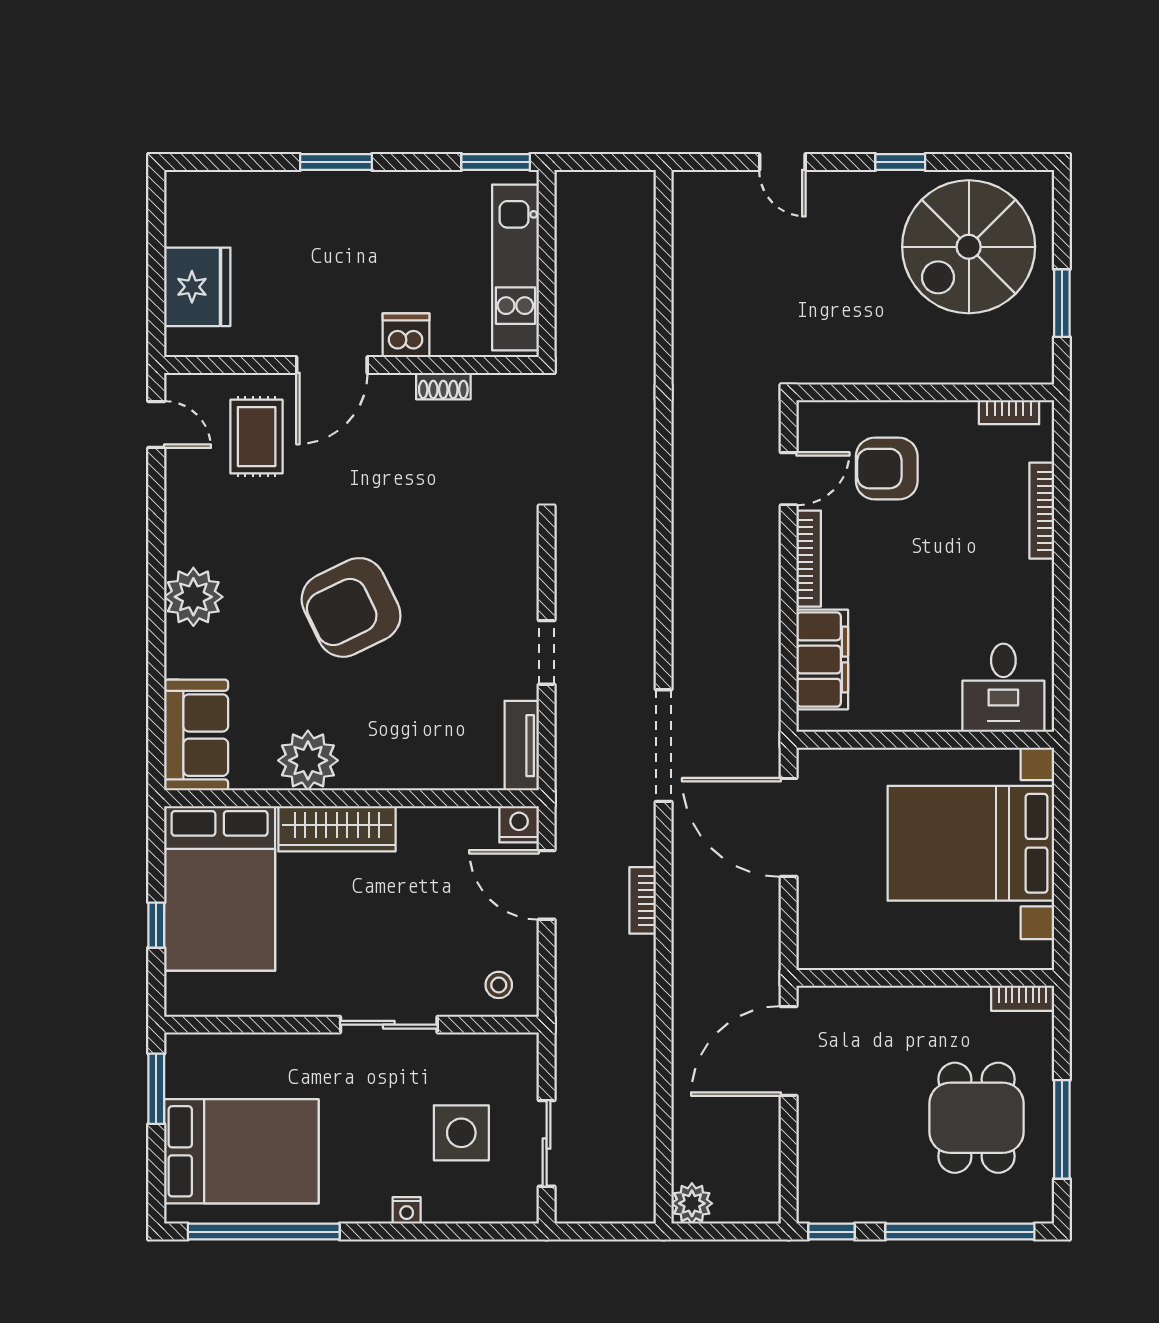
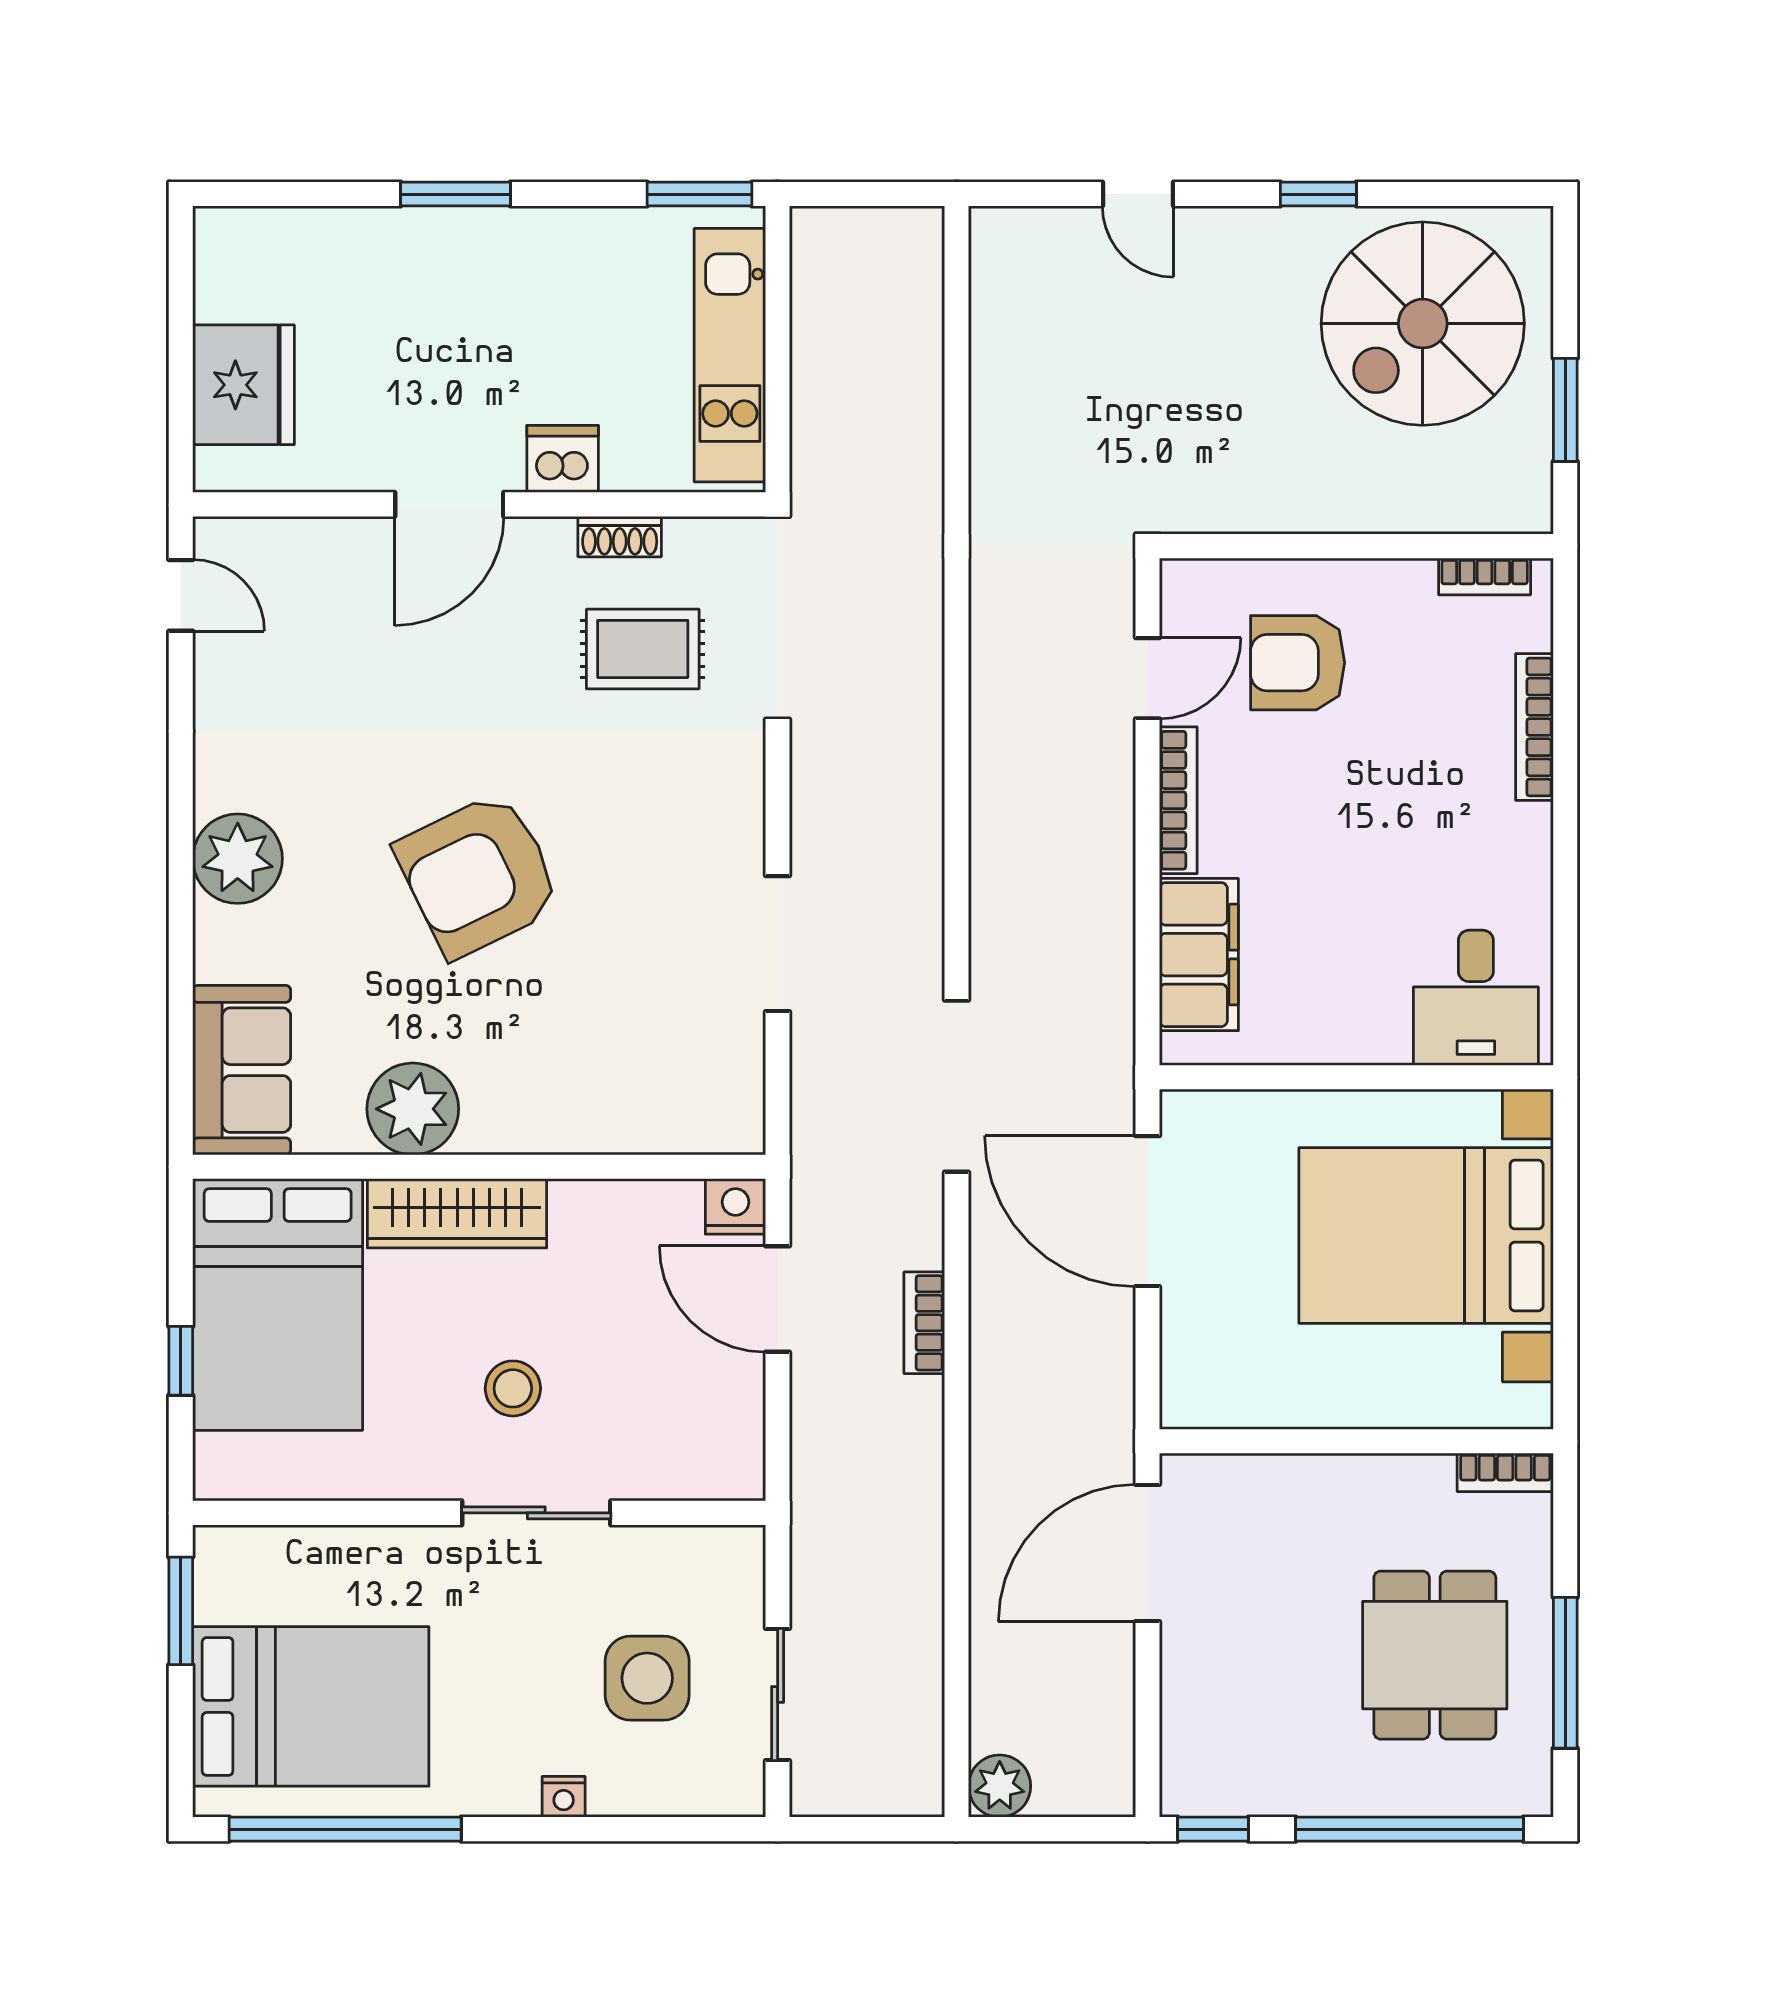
rug: (257, 437) -> (643, 649), moved, turned 90
doorway: (547, 652) -> (778, 944), width x1.38
tv unit: (522, 746) -> (739, 1086), removed
stool: (499, 985) -> (513, 1388), moved, width x1.37, depth x1.37

